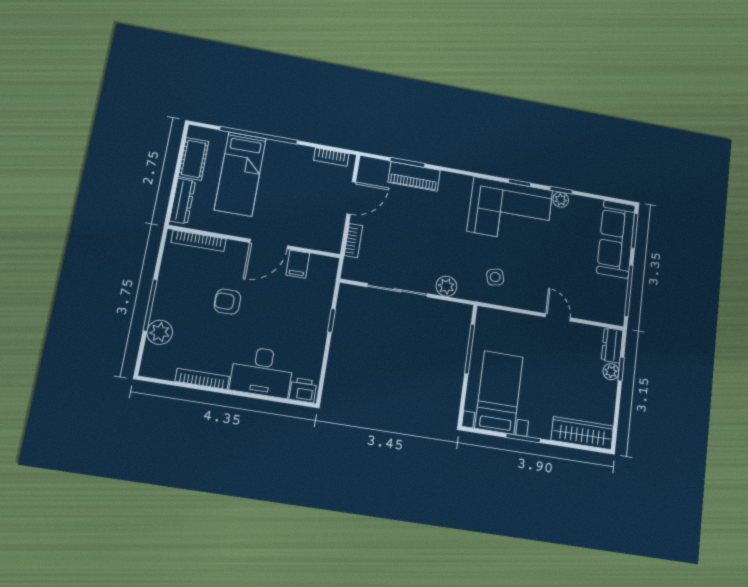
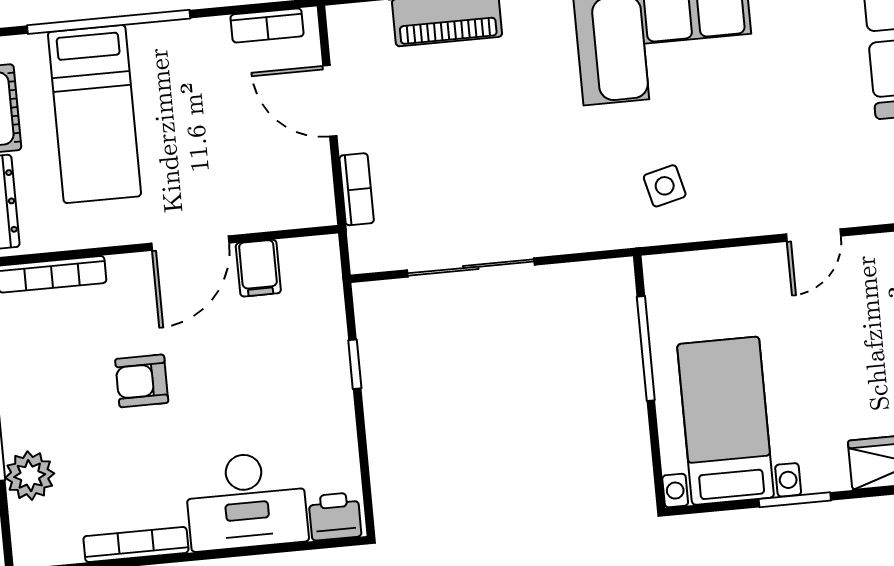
door: (351, 198) -> (330, 101), swing flipped
plant: (446, 286) -> (569, 232), removed
door: (558, 317) -> (814, 235), swing flipped

